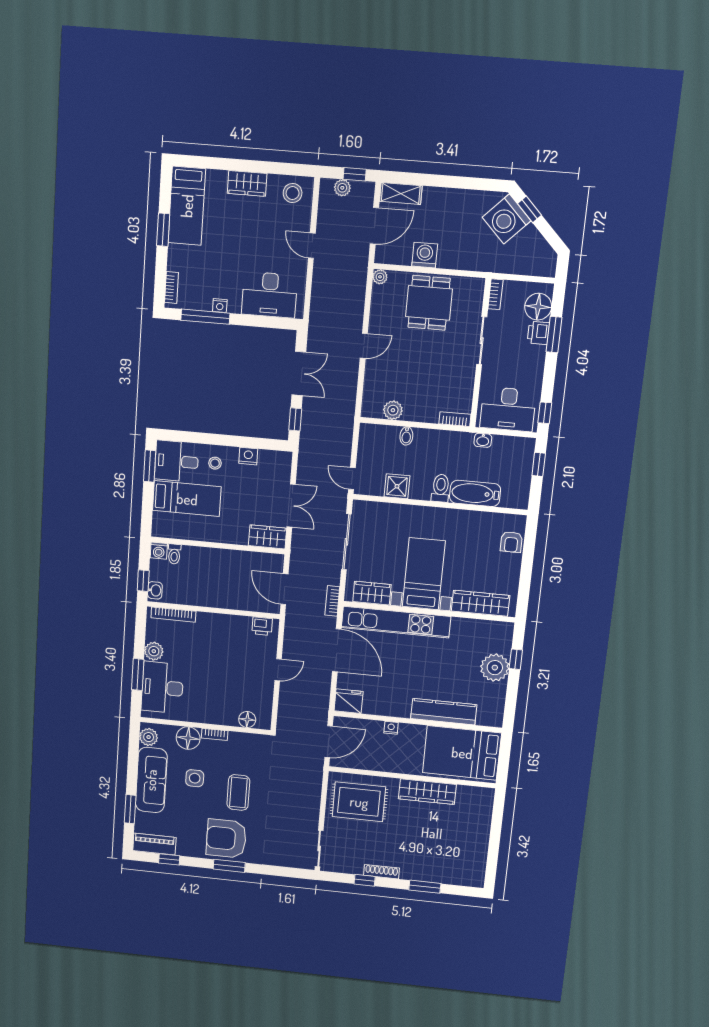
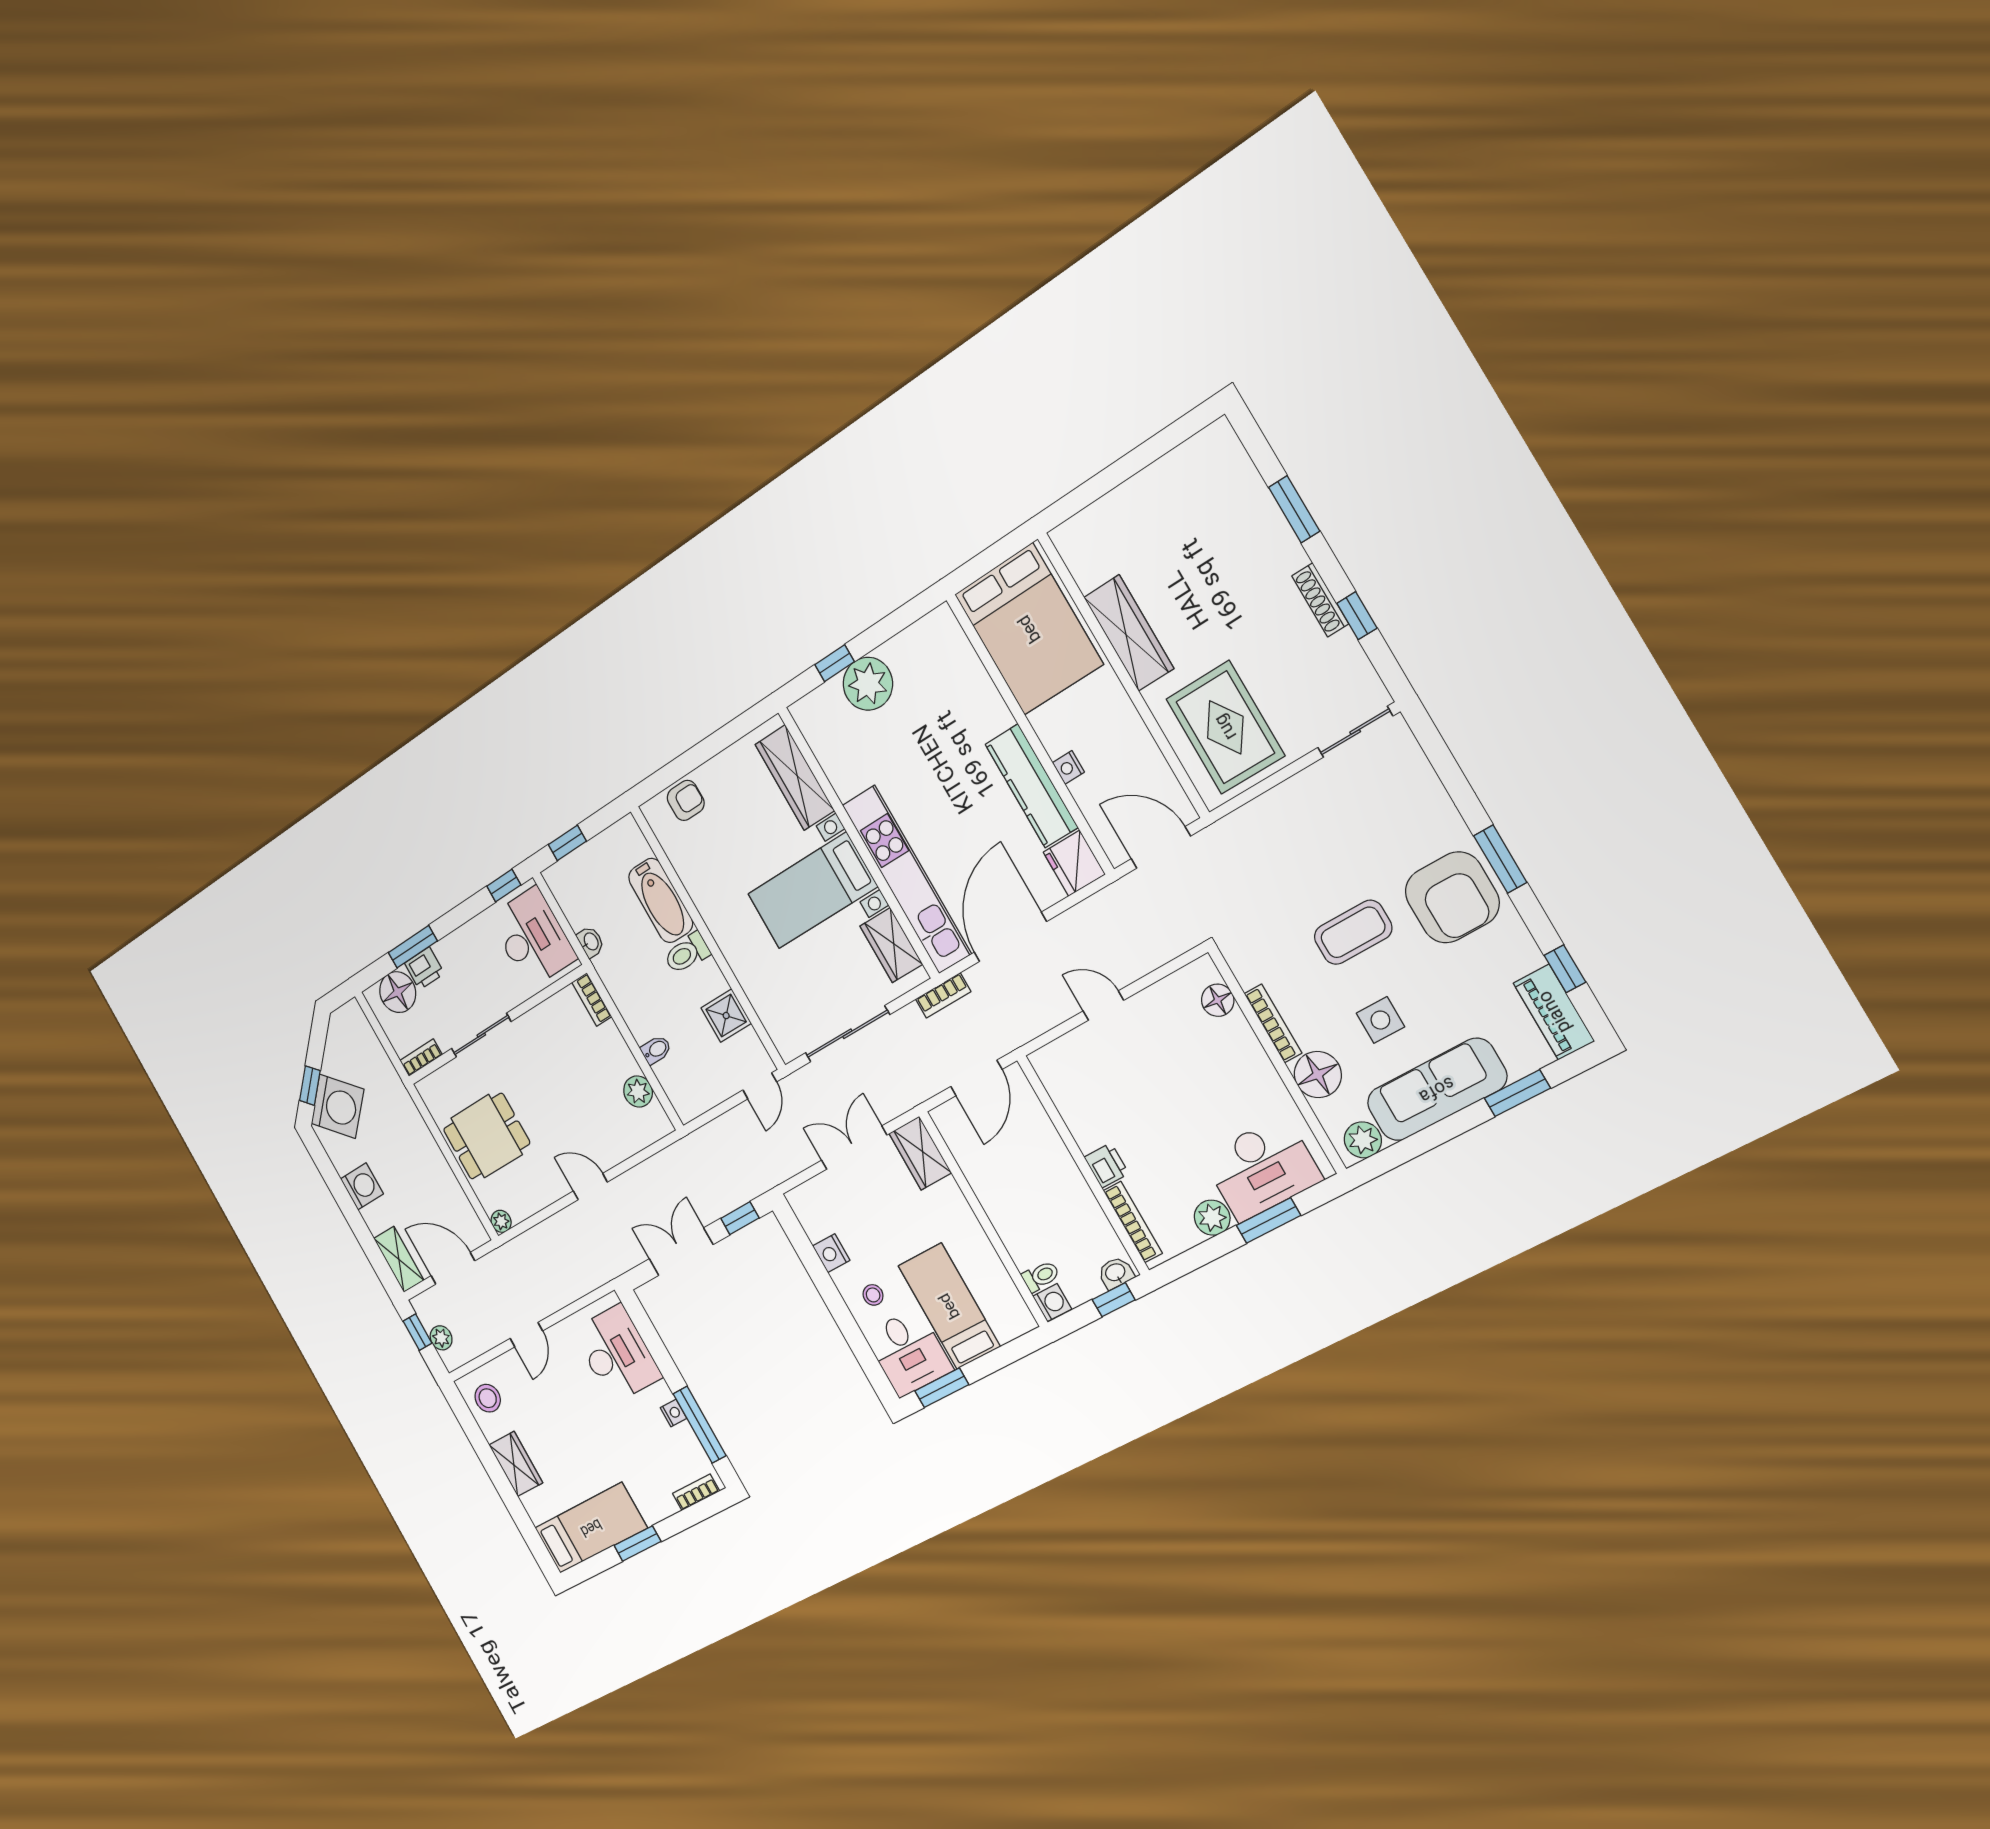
washing machine: (425, 255) -> (362, 1186), moved, turned 180
printer: (262, 626) -> (1106, 1165), moved
kitchen counter: (444, 712) -> (1032, 786), moved
bookcase: (215, 734) -> (1273, 1023), width x1.56

